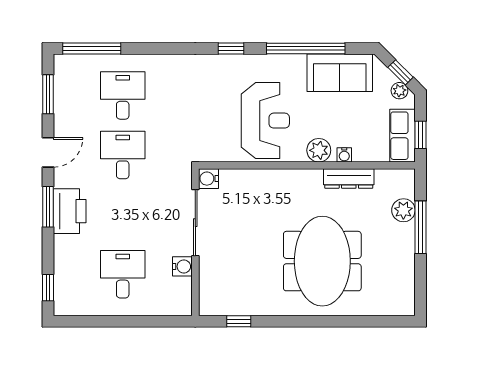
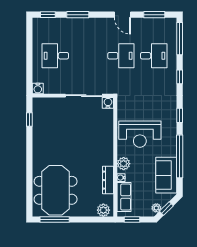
window: (161, 48) -> (180, 77), added
row of seats: (402, 136) -> (124, 197), moved, turned 90
window: (48, 207) -> (78, 15), moved
plant: (403, 210) -> (103, 210), moved
printer: (70, 211) -> (90, 27), removed
window: (420, 227) -> (55, 220), moved
meeting table: (322, 261) -> (56, 190), moved, turned 90
water cooler: (182, 266) -> (38, 88), moved
desk: (123, 274) -> (55, 56), turned 180

